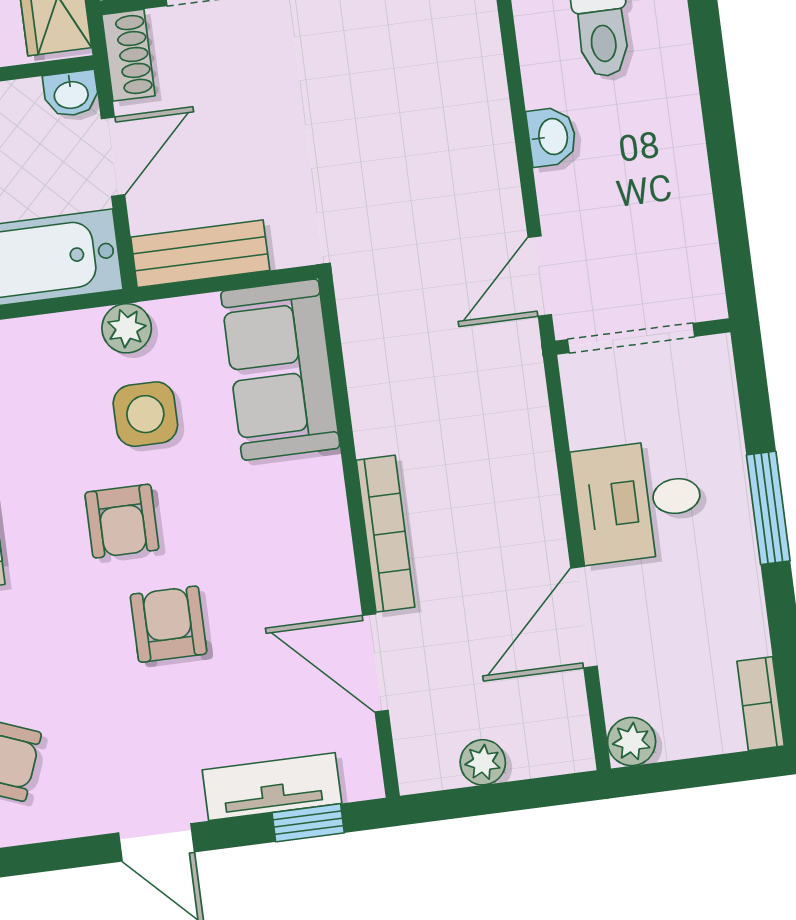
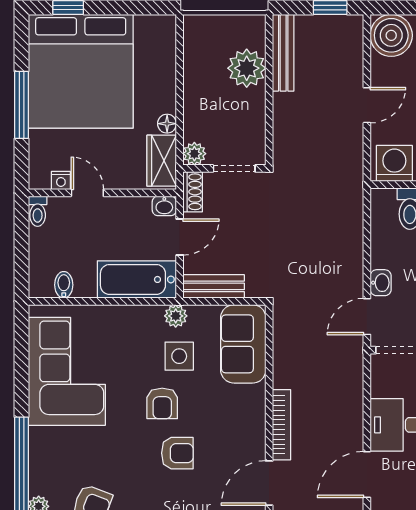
washbasin: (552, 137) -> (381, 283), moved
armchair: (169, 624) -> (177, 453), turned 90
door: (375, 663) -> (269, 483), hinge flipped

